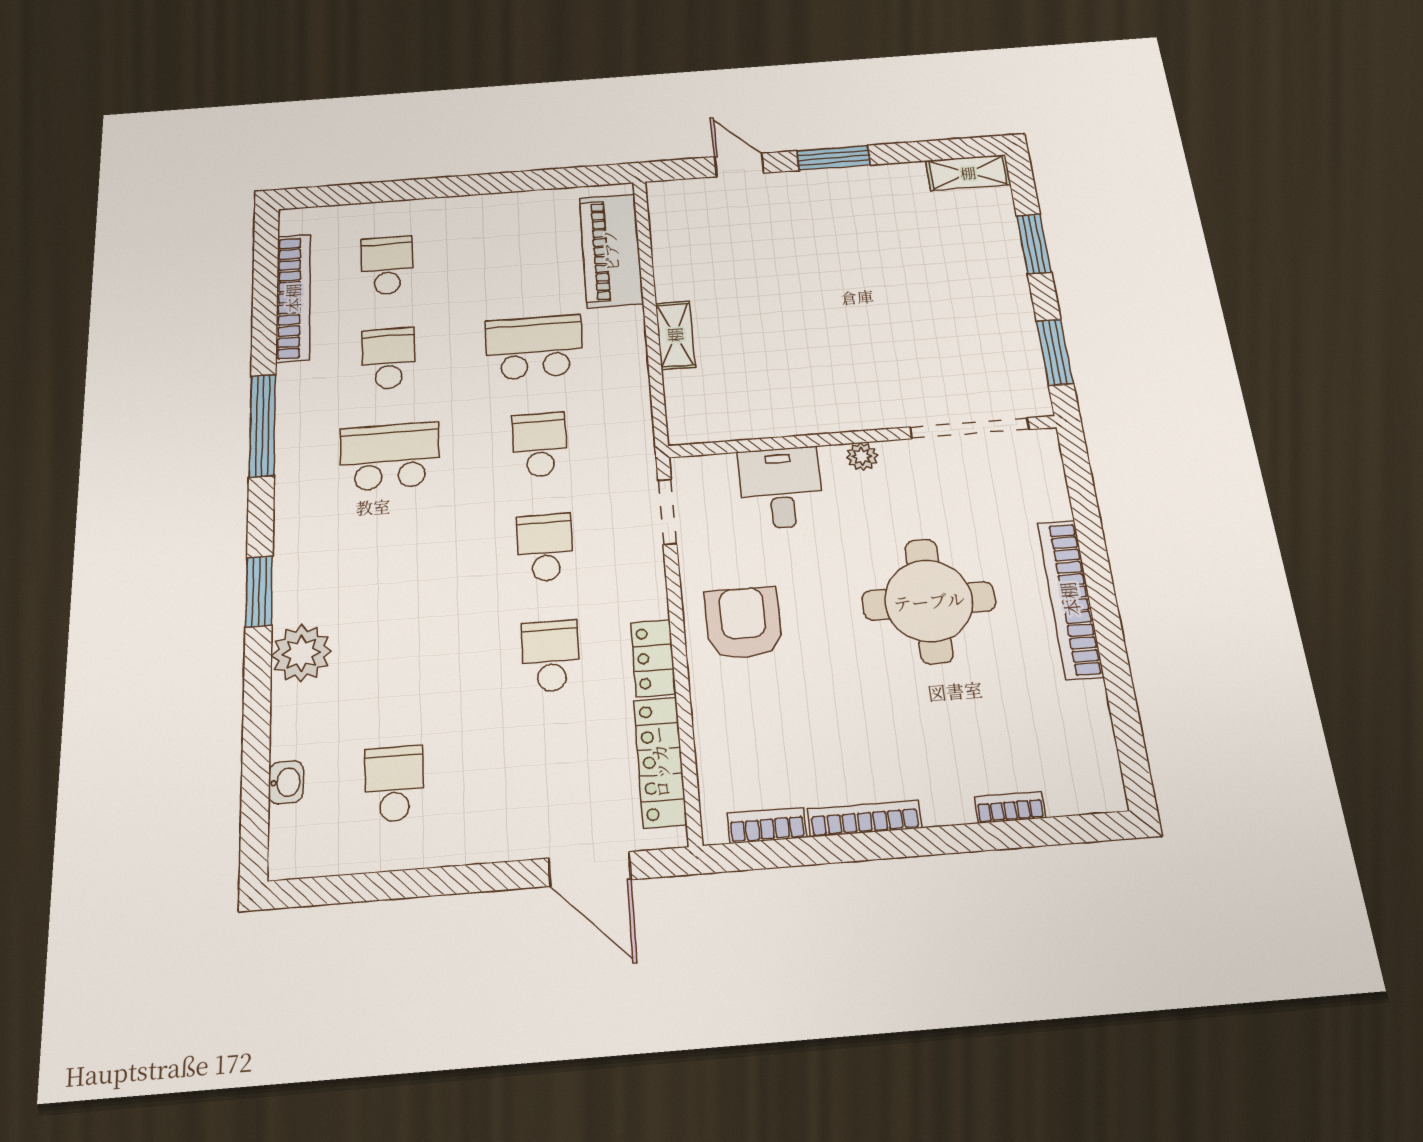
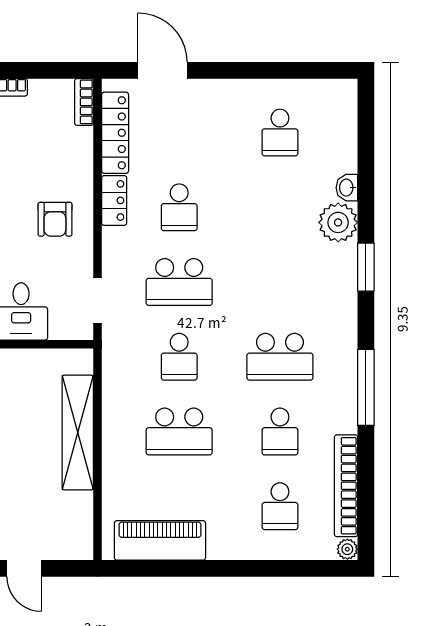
plant: (292, 221) -> (347, 549), added
piano: (611, 250) -> (160, 540), moved, turned -90
shelving: (675, 335) -> (78, 432), width x2.20, depth x1.33
school desk: (545, 548) -> (179, 282), width x1.85
armchair: (743, 623) -> (55, 219), width x0.72, depth x0.72
washbasin: (286, 782) -> (347, 188), moved
bookcase: (767, 825) -> (84, 102), moved, turned 90

